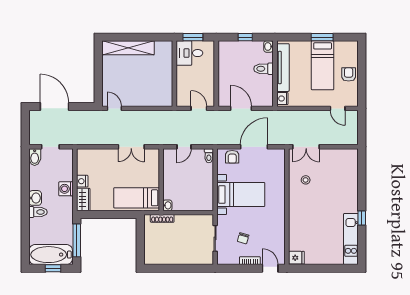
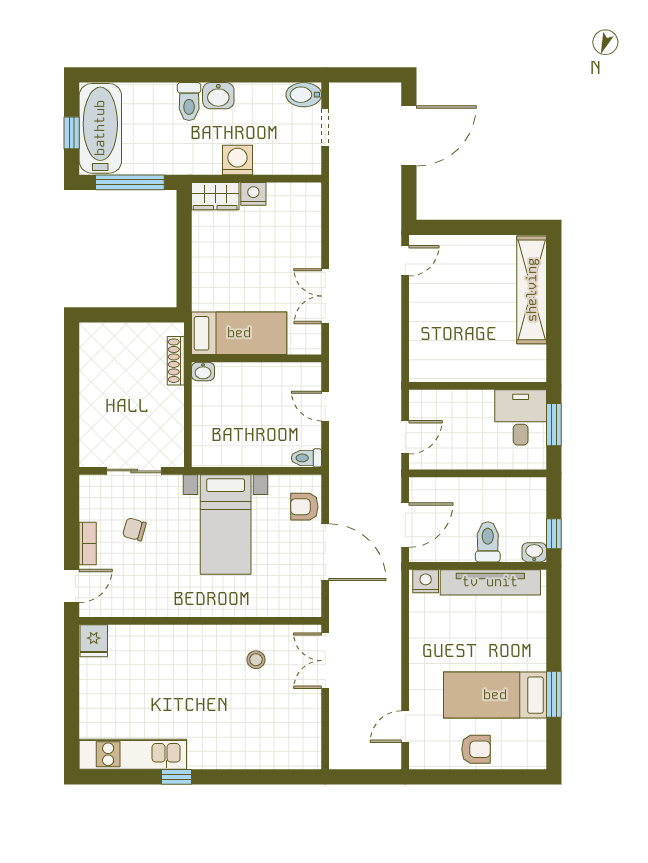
washbasin: (268, 47) -> (534, 552), moved
tv unit: (283, 68) -> (490, 582), moved
toilet: (263, 69) -> (488, 542), moved
wall: (275, 74) -> (478, 566), moved
nightstand: (282, 99) -> (426, 581), moved
bed: (137, 198) -> (239, 333), moved, turned 90

